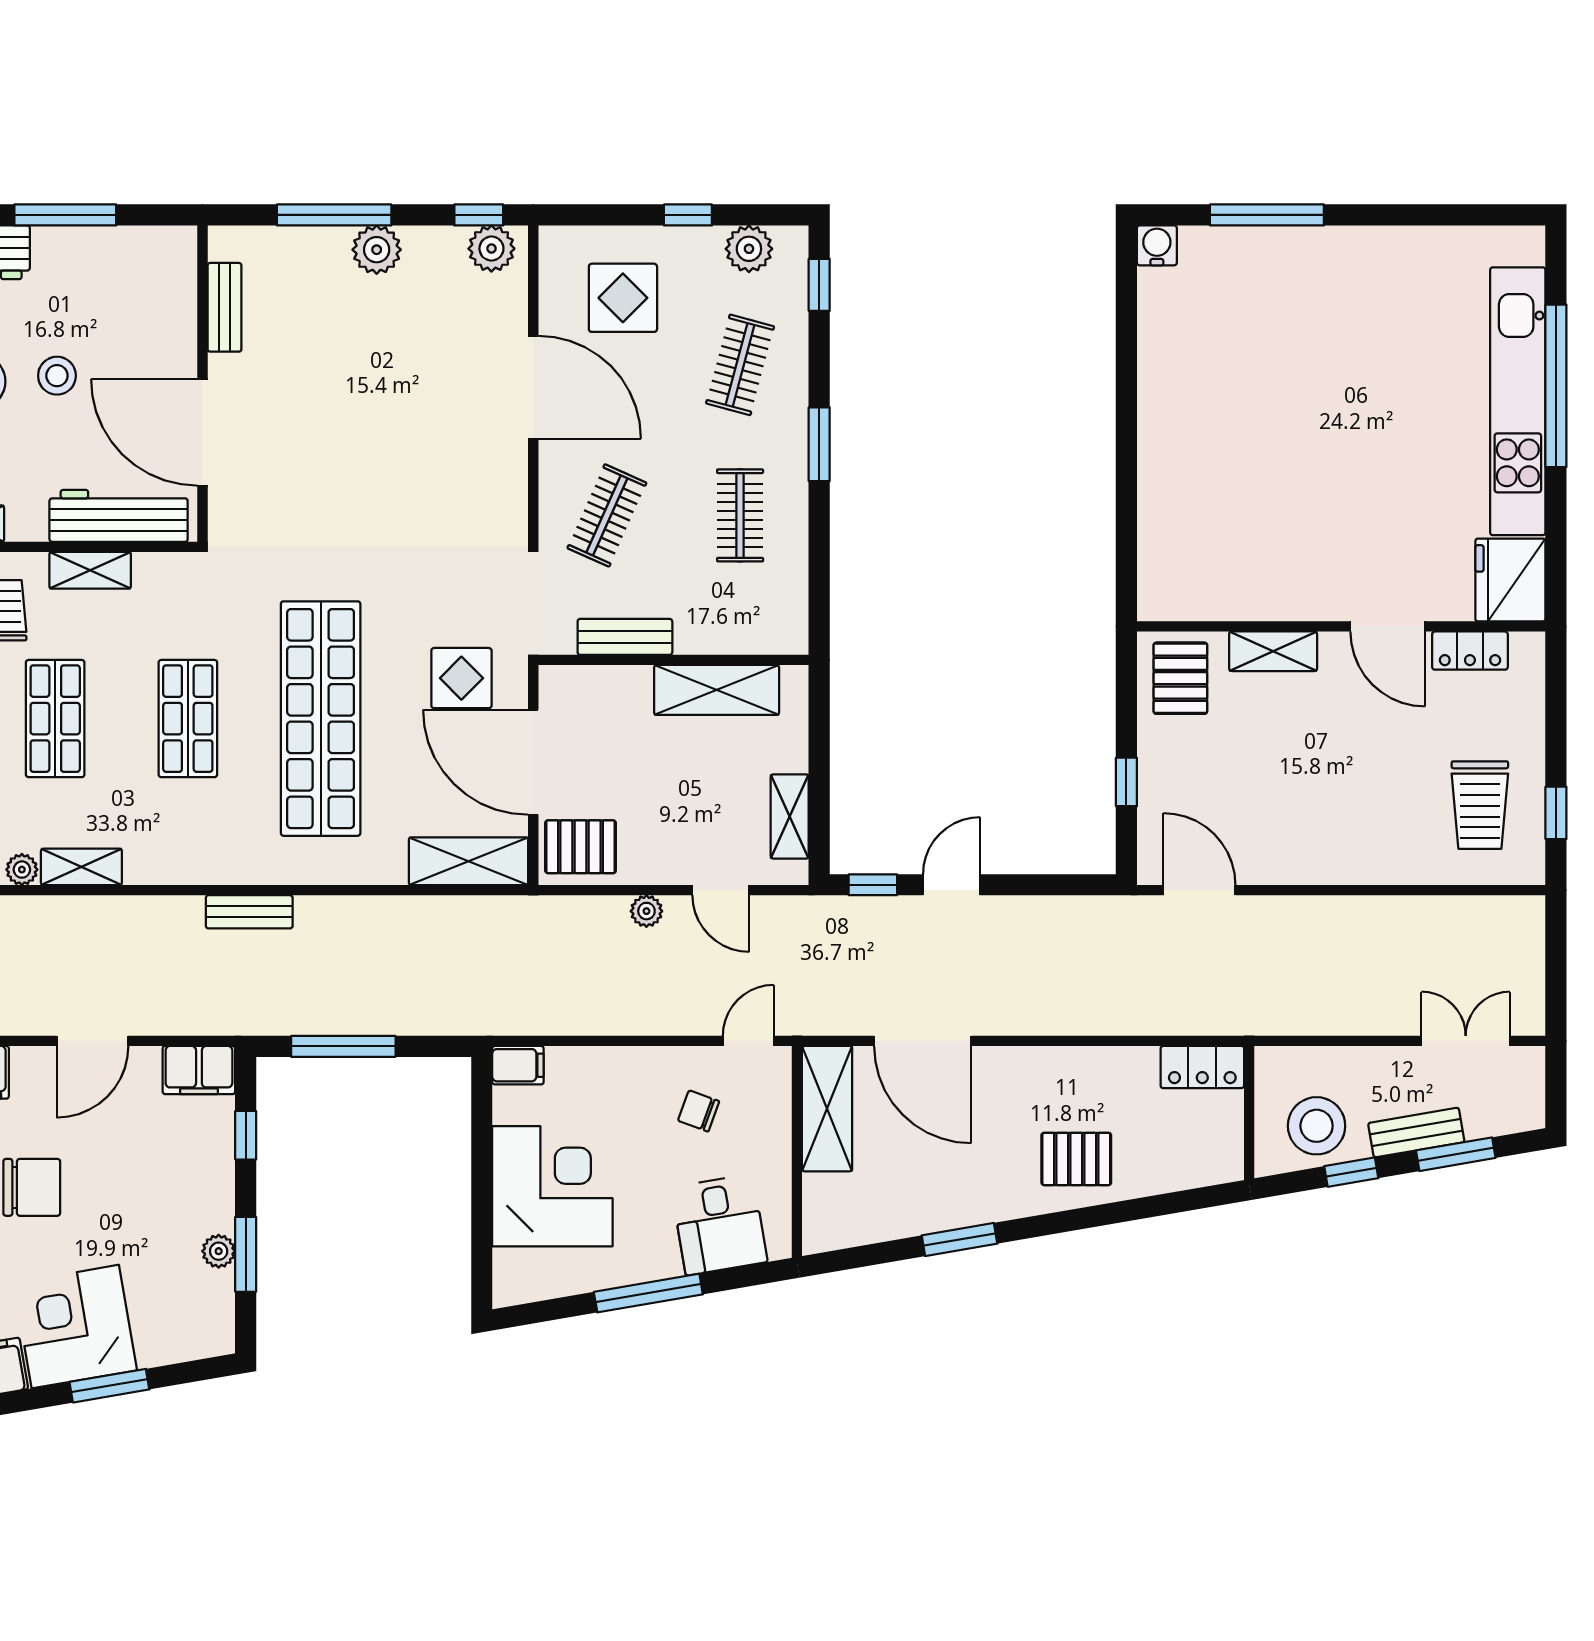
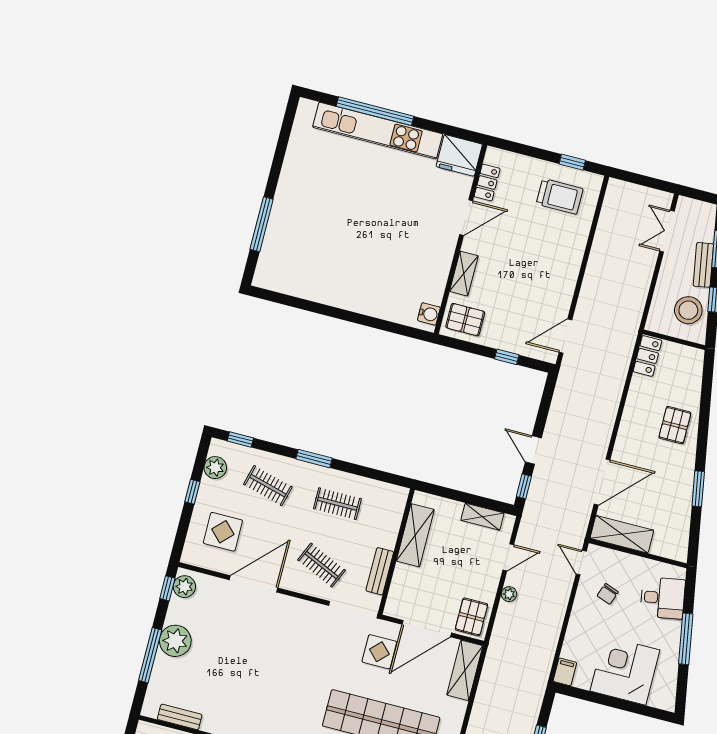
water cooler: (1157, 245) -> (429, 314), moved, turned 180
plant: (377, 250) -> (175, 641), width x1.36, depth x1.36

